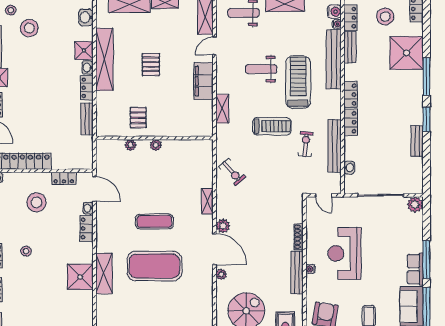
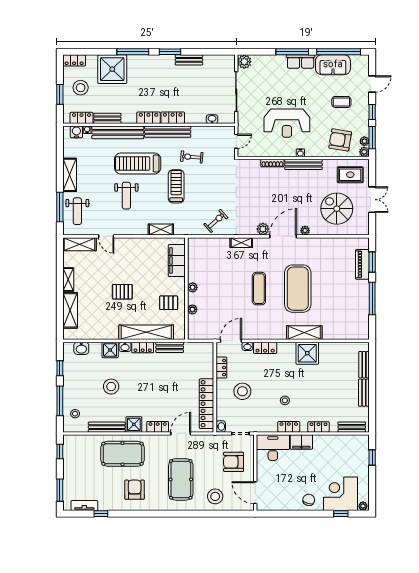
stool: (29, 28) -> (111, 387), moved
shelving: (104, 59) -> (146, 332), moved
filing cabinet: (203, 81) -> (177, 260), moved, turned 90
bench: (335, 146) -> (168, 132), moved

